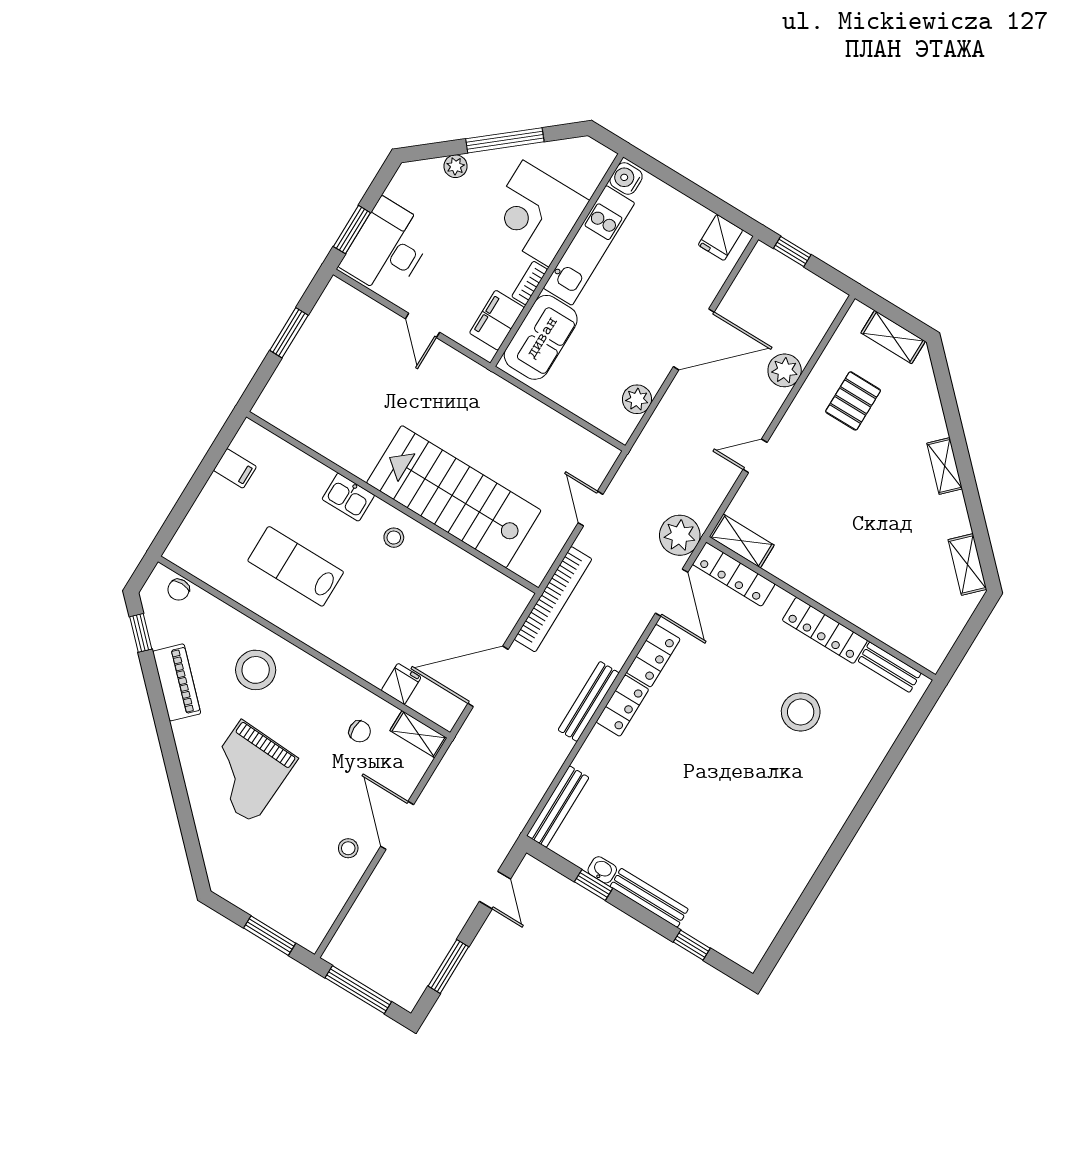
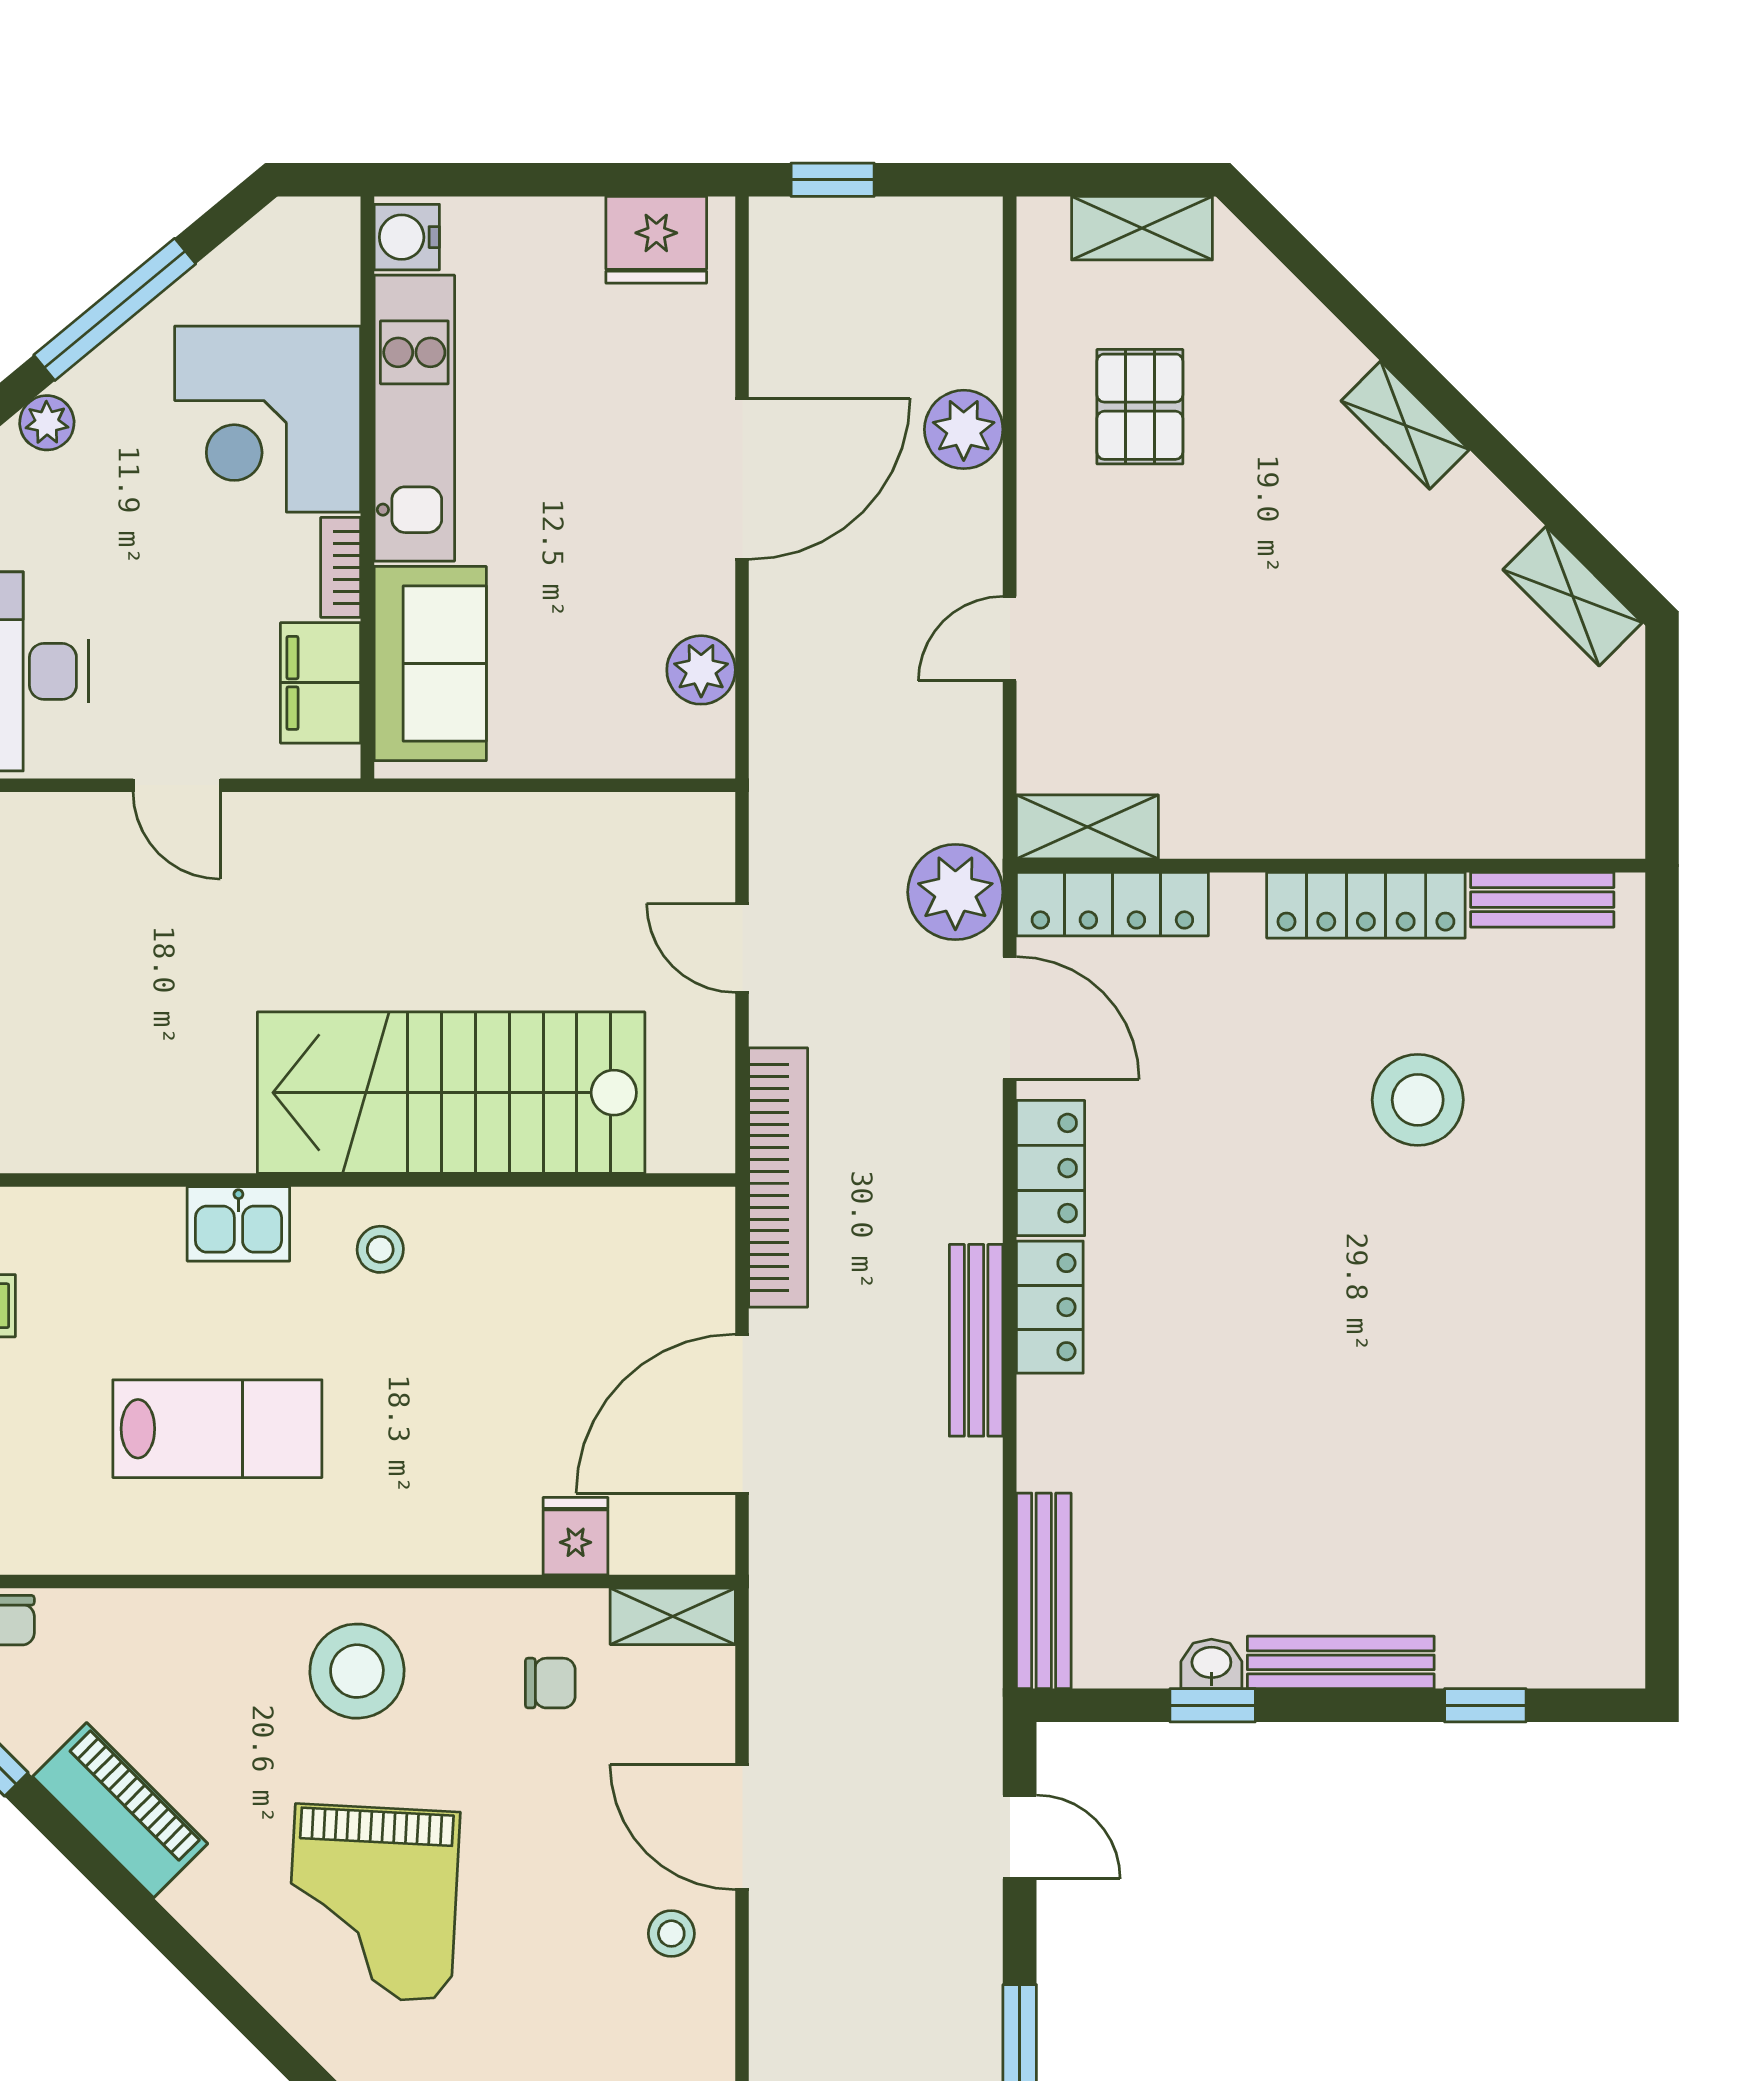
fridge: (720, 237) -> (656, 240), width x1.38
lab bench: (296, 566) -> (217, 1429), turned 180
stool: (256, 670) -> (357, 1671), moved

